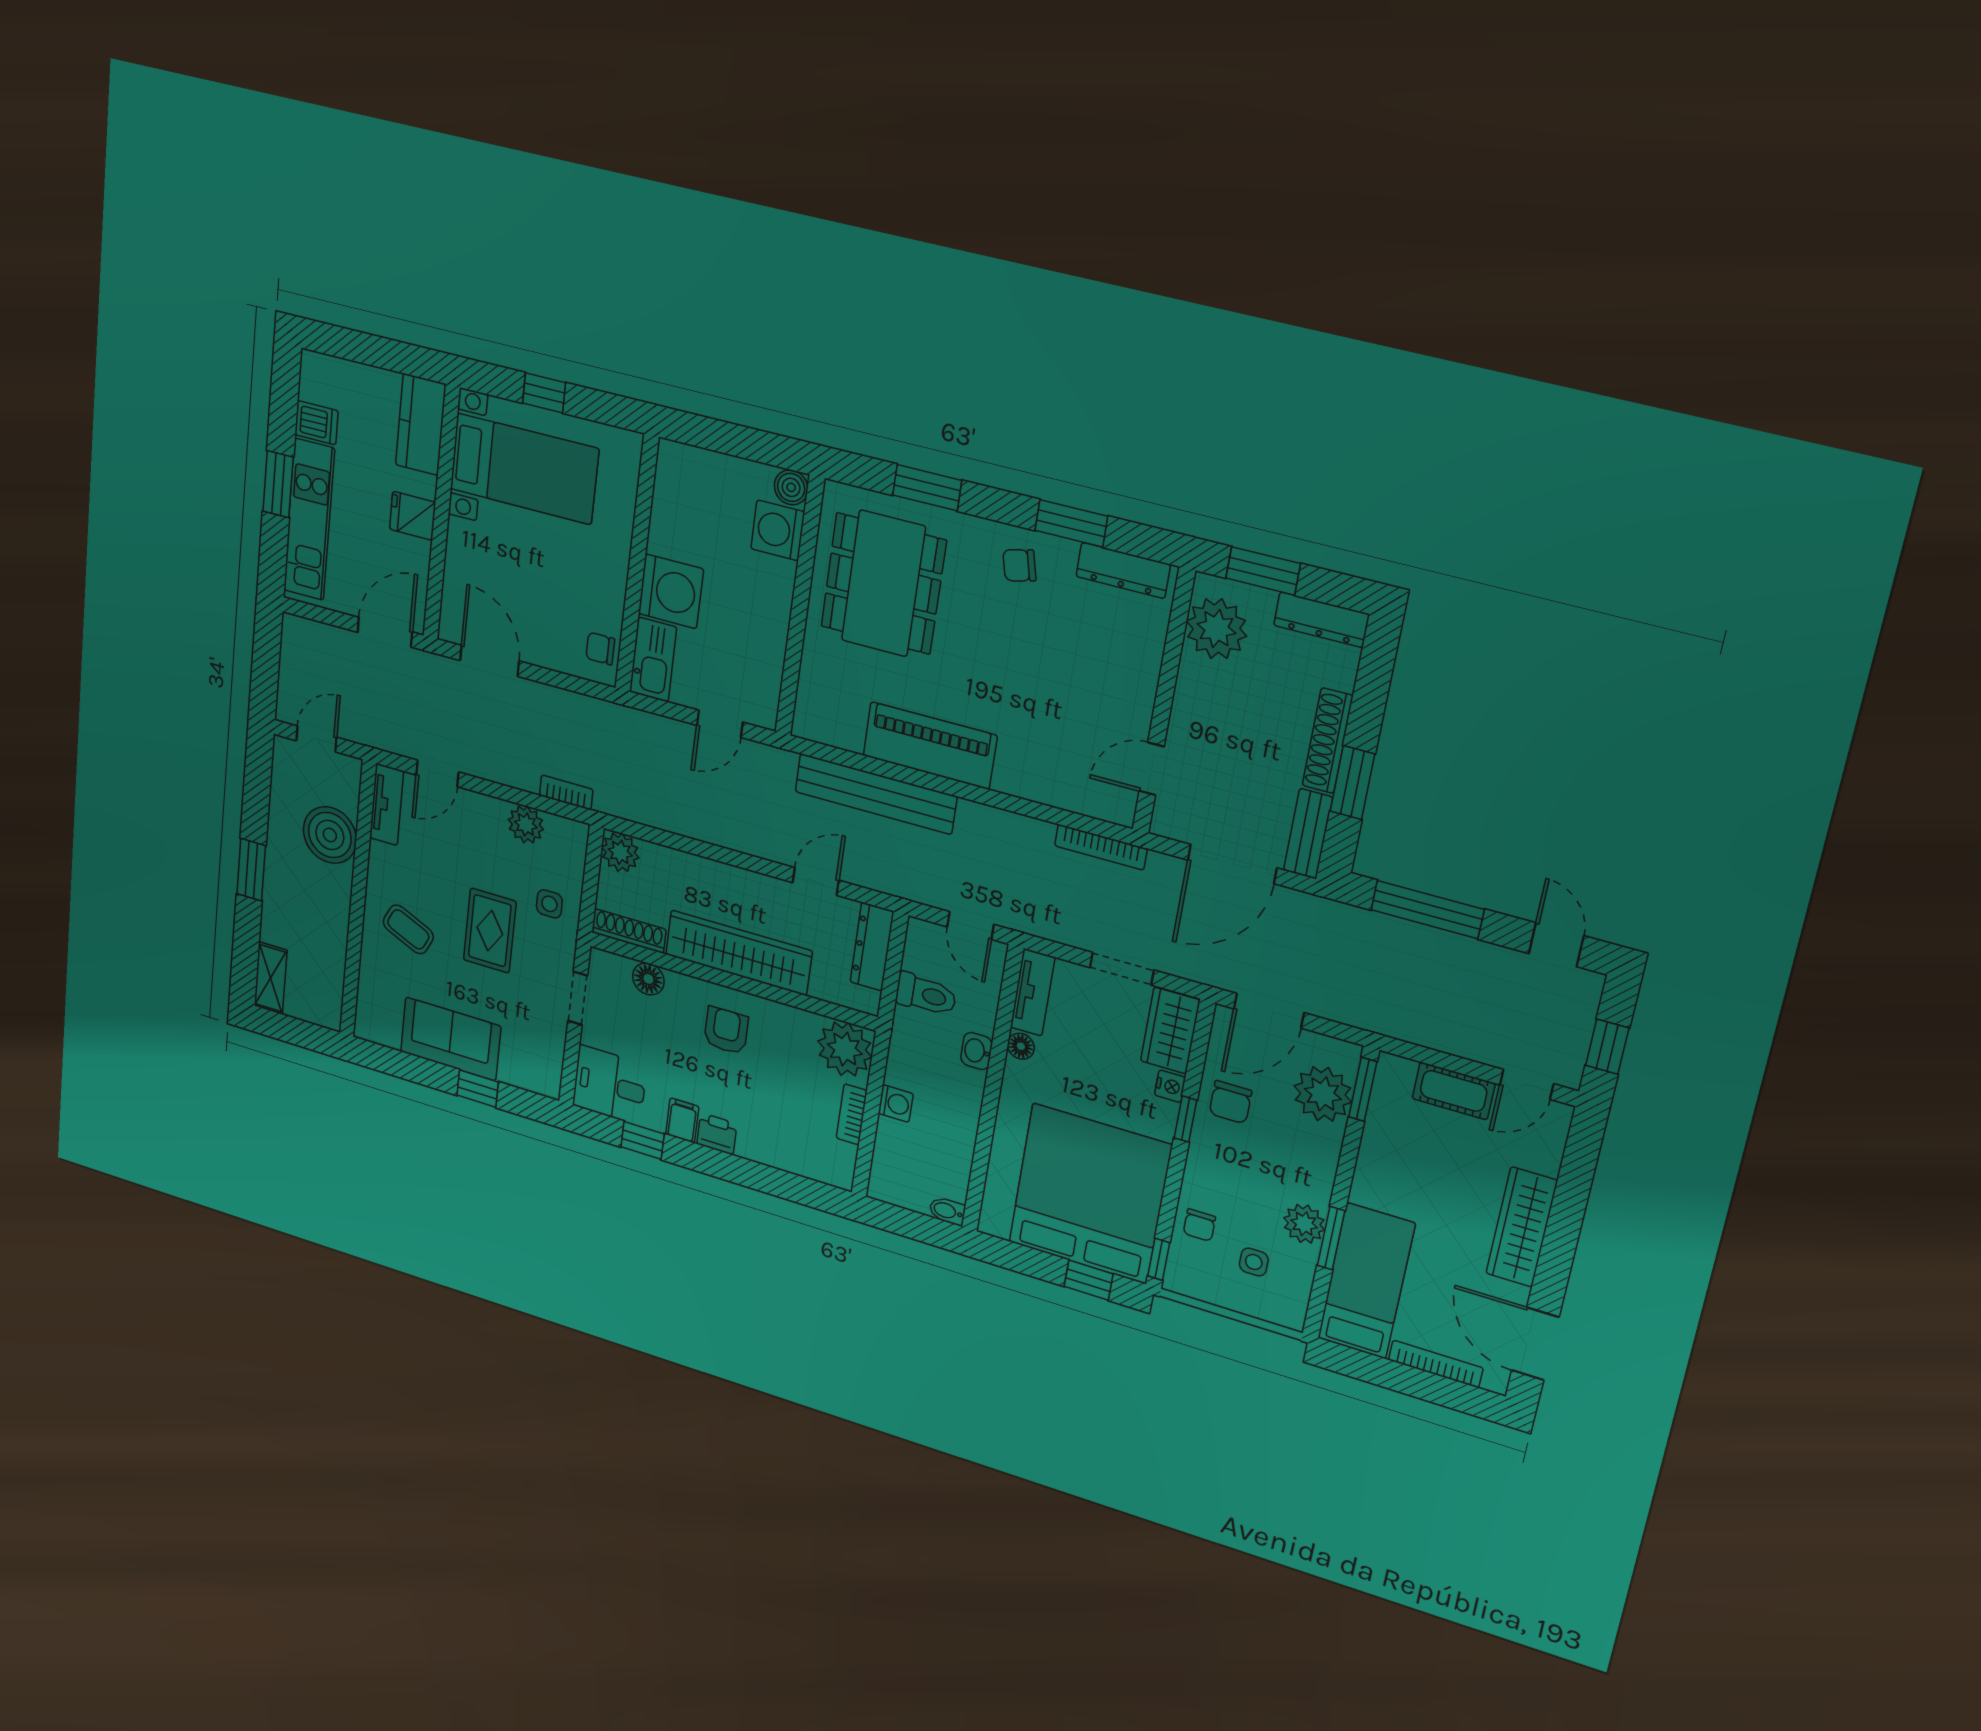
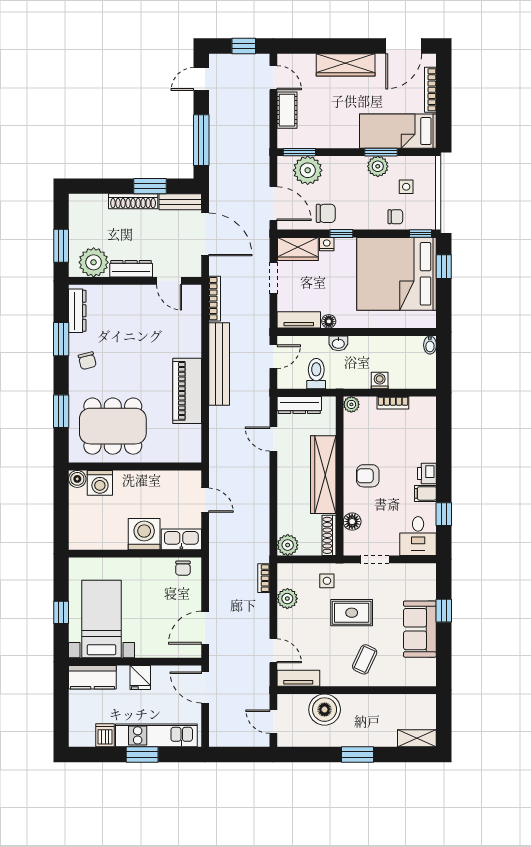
dresser: (1321, 620) -> (131, 269), moved, turned -90
bench: (876, 794) -> (219, 364), moved
plant: (845, 1049) -> (351, 404), width x0.53, depth x0.53

